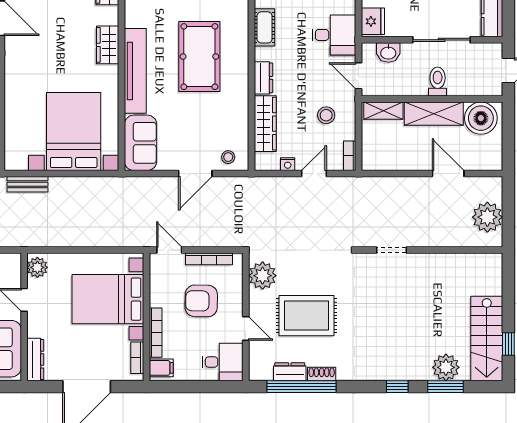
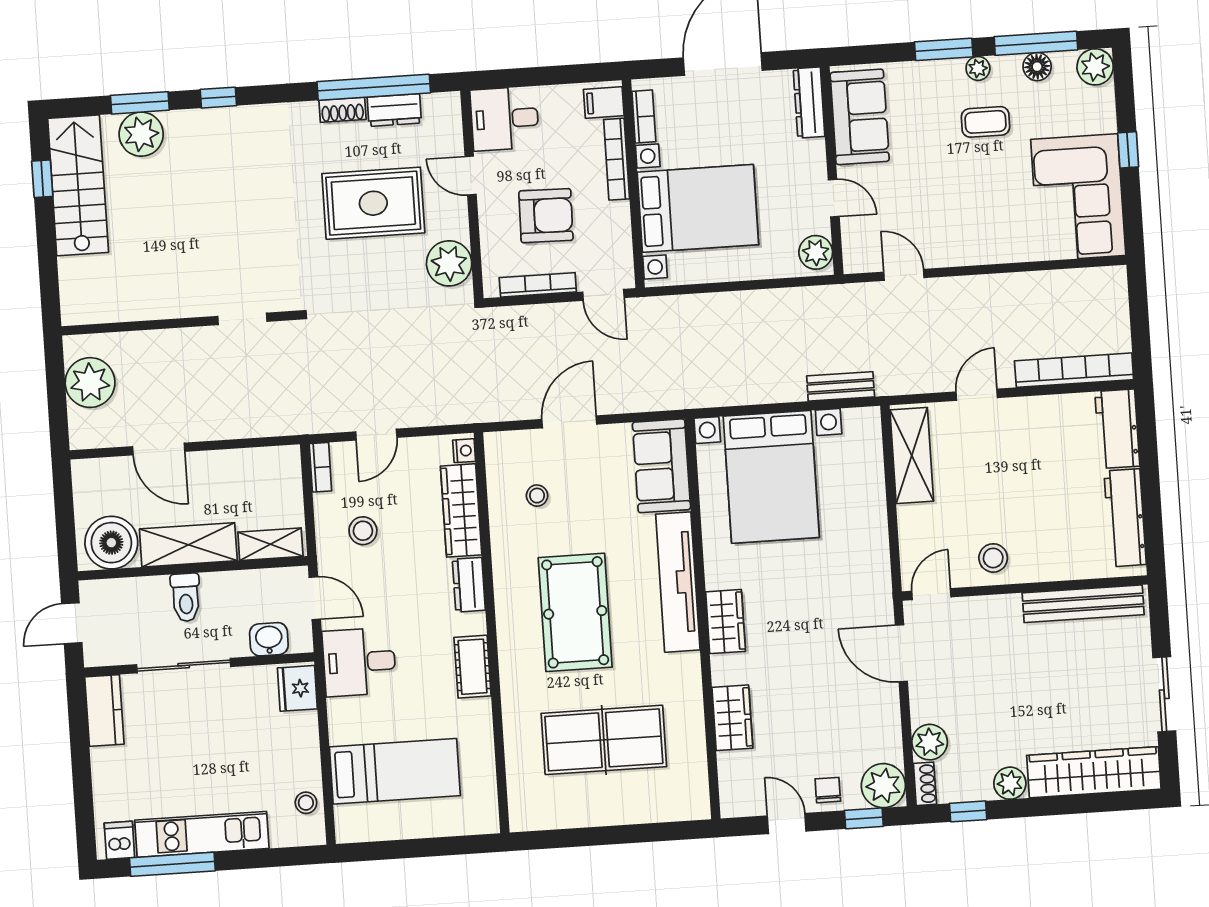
stool: (228, 157) -> (537, 496), moved
nightstand: (288, 164) -> (464, 451), moved, turned 90

